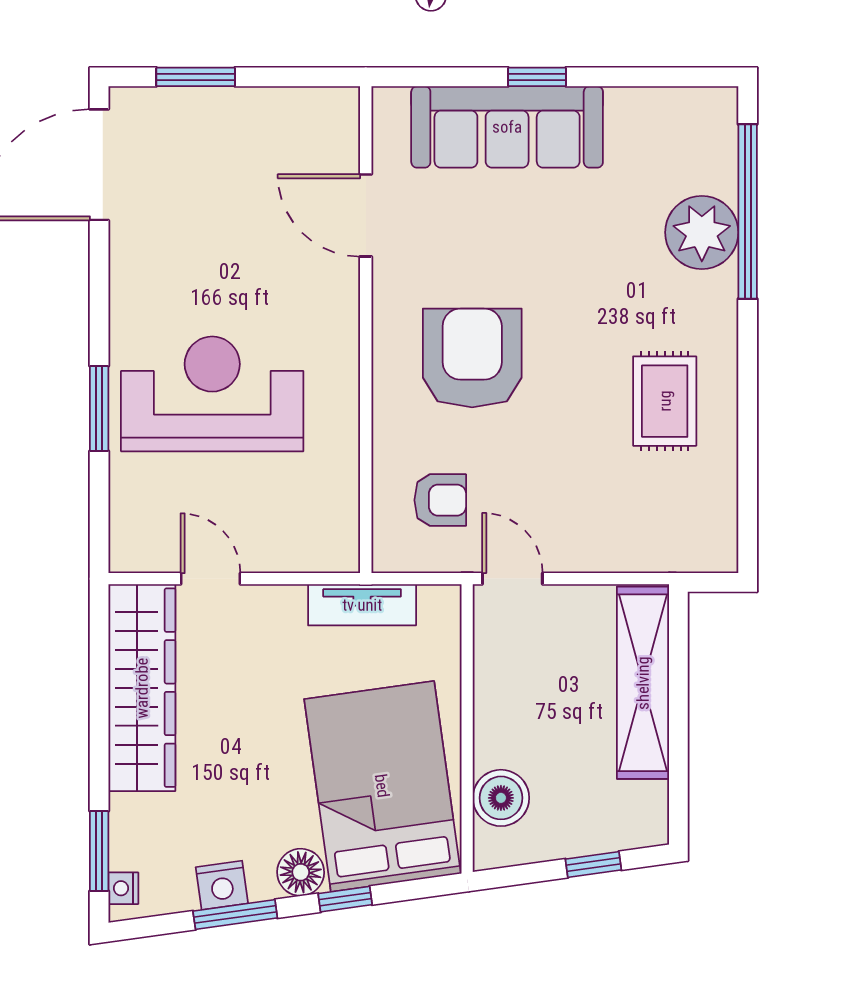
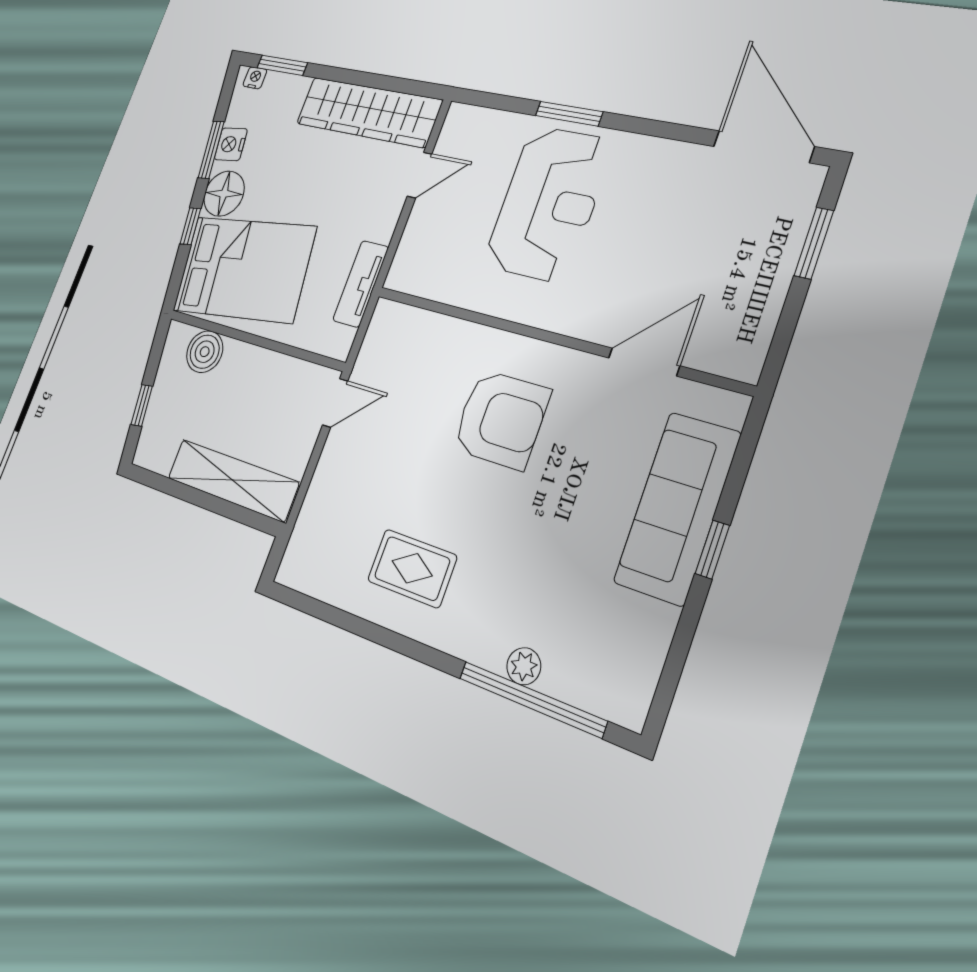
plant: (702, 232) -> (524, 666), width x0.53, depth x0.53
armchair: (440, 500) -> (408, 363), removed
floor lamp: (301, 872) -> (224, 194), width x1.38, depth x1.38

